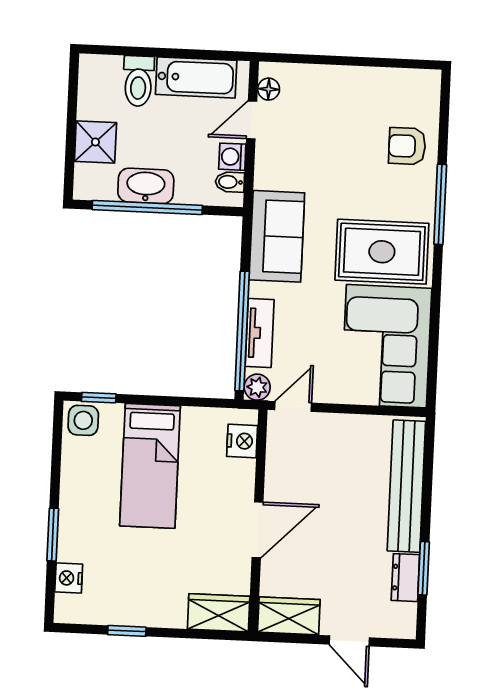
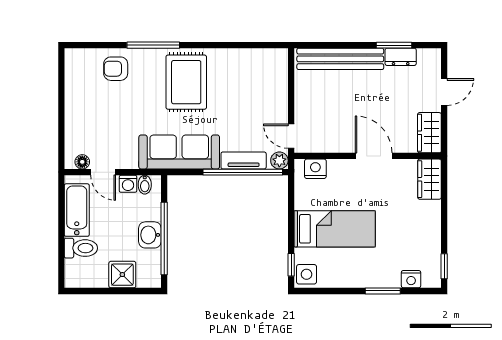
armchair: (407, 146) -> (116, 69), turned 90
washbasin: (146, 186) -> (150, 235), width x0.72
sofa: (277, 236) -> (179, 152), width x1.36
corner sofa: (386, 346) -> (248, 76), removed
window: (127, 631) -> (444, 266), moved

